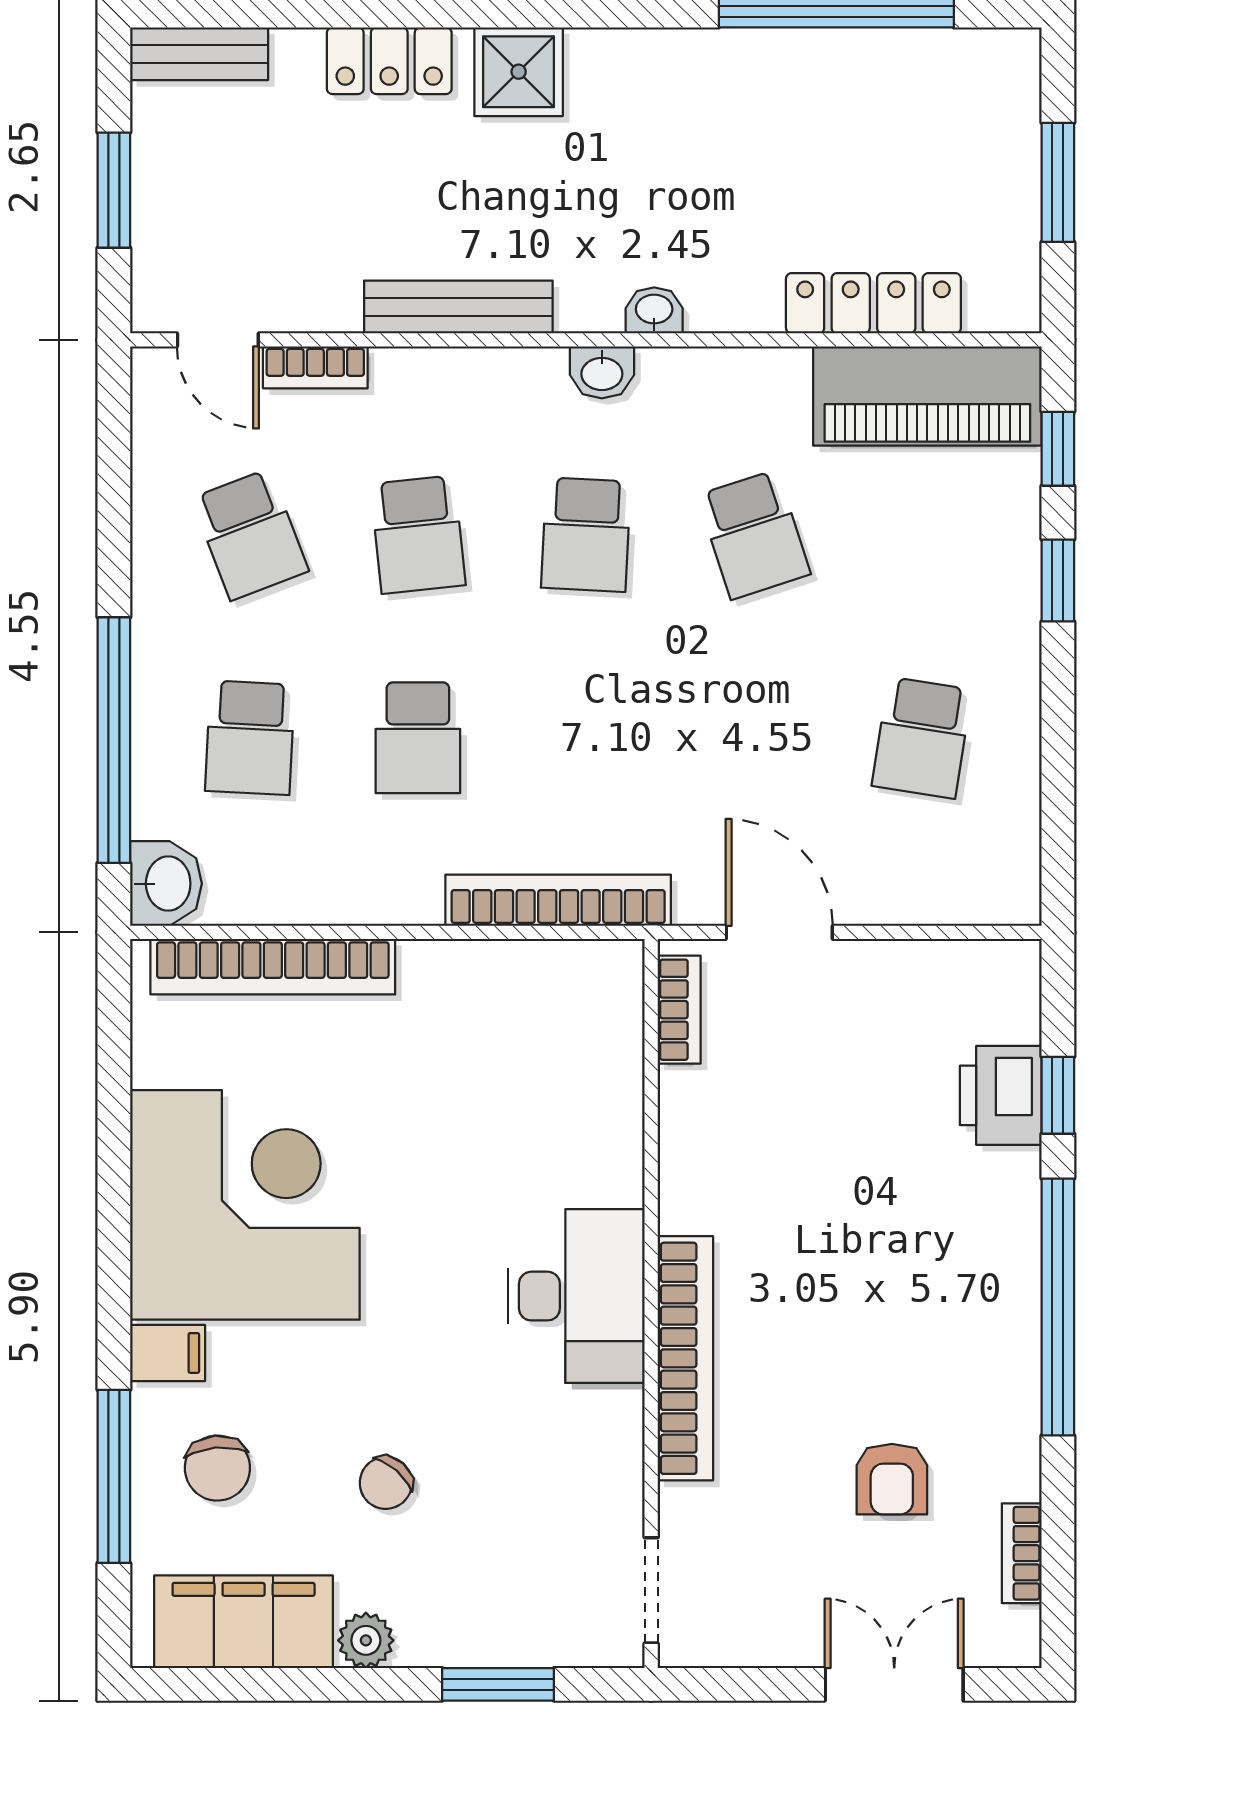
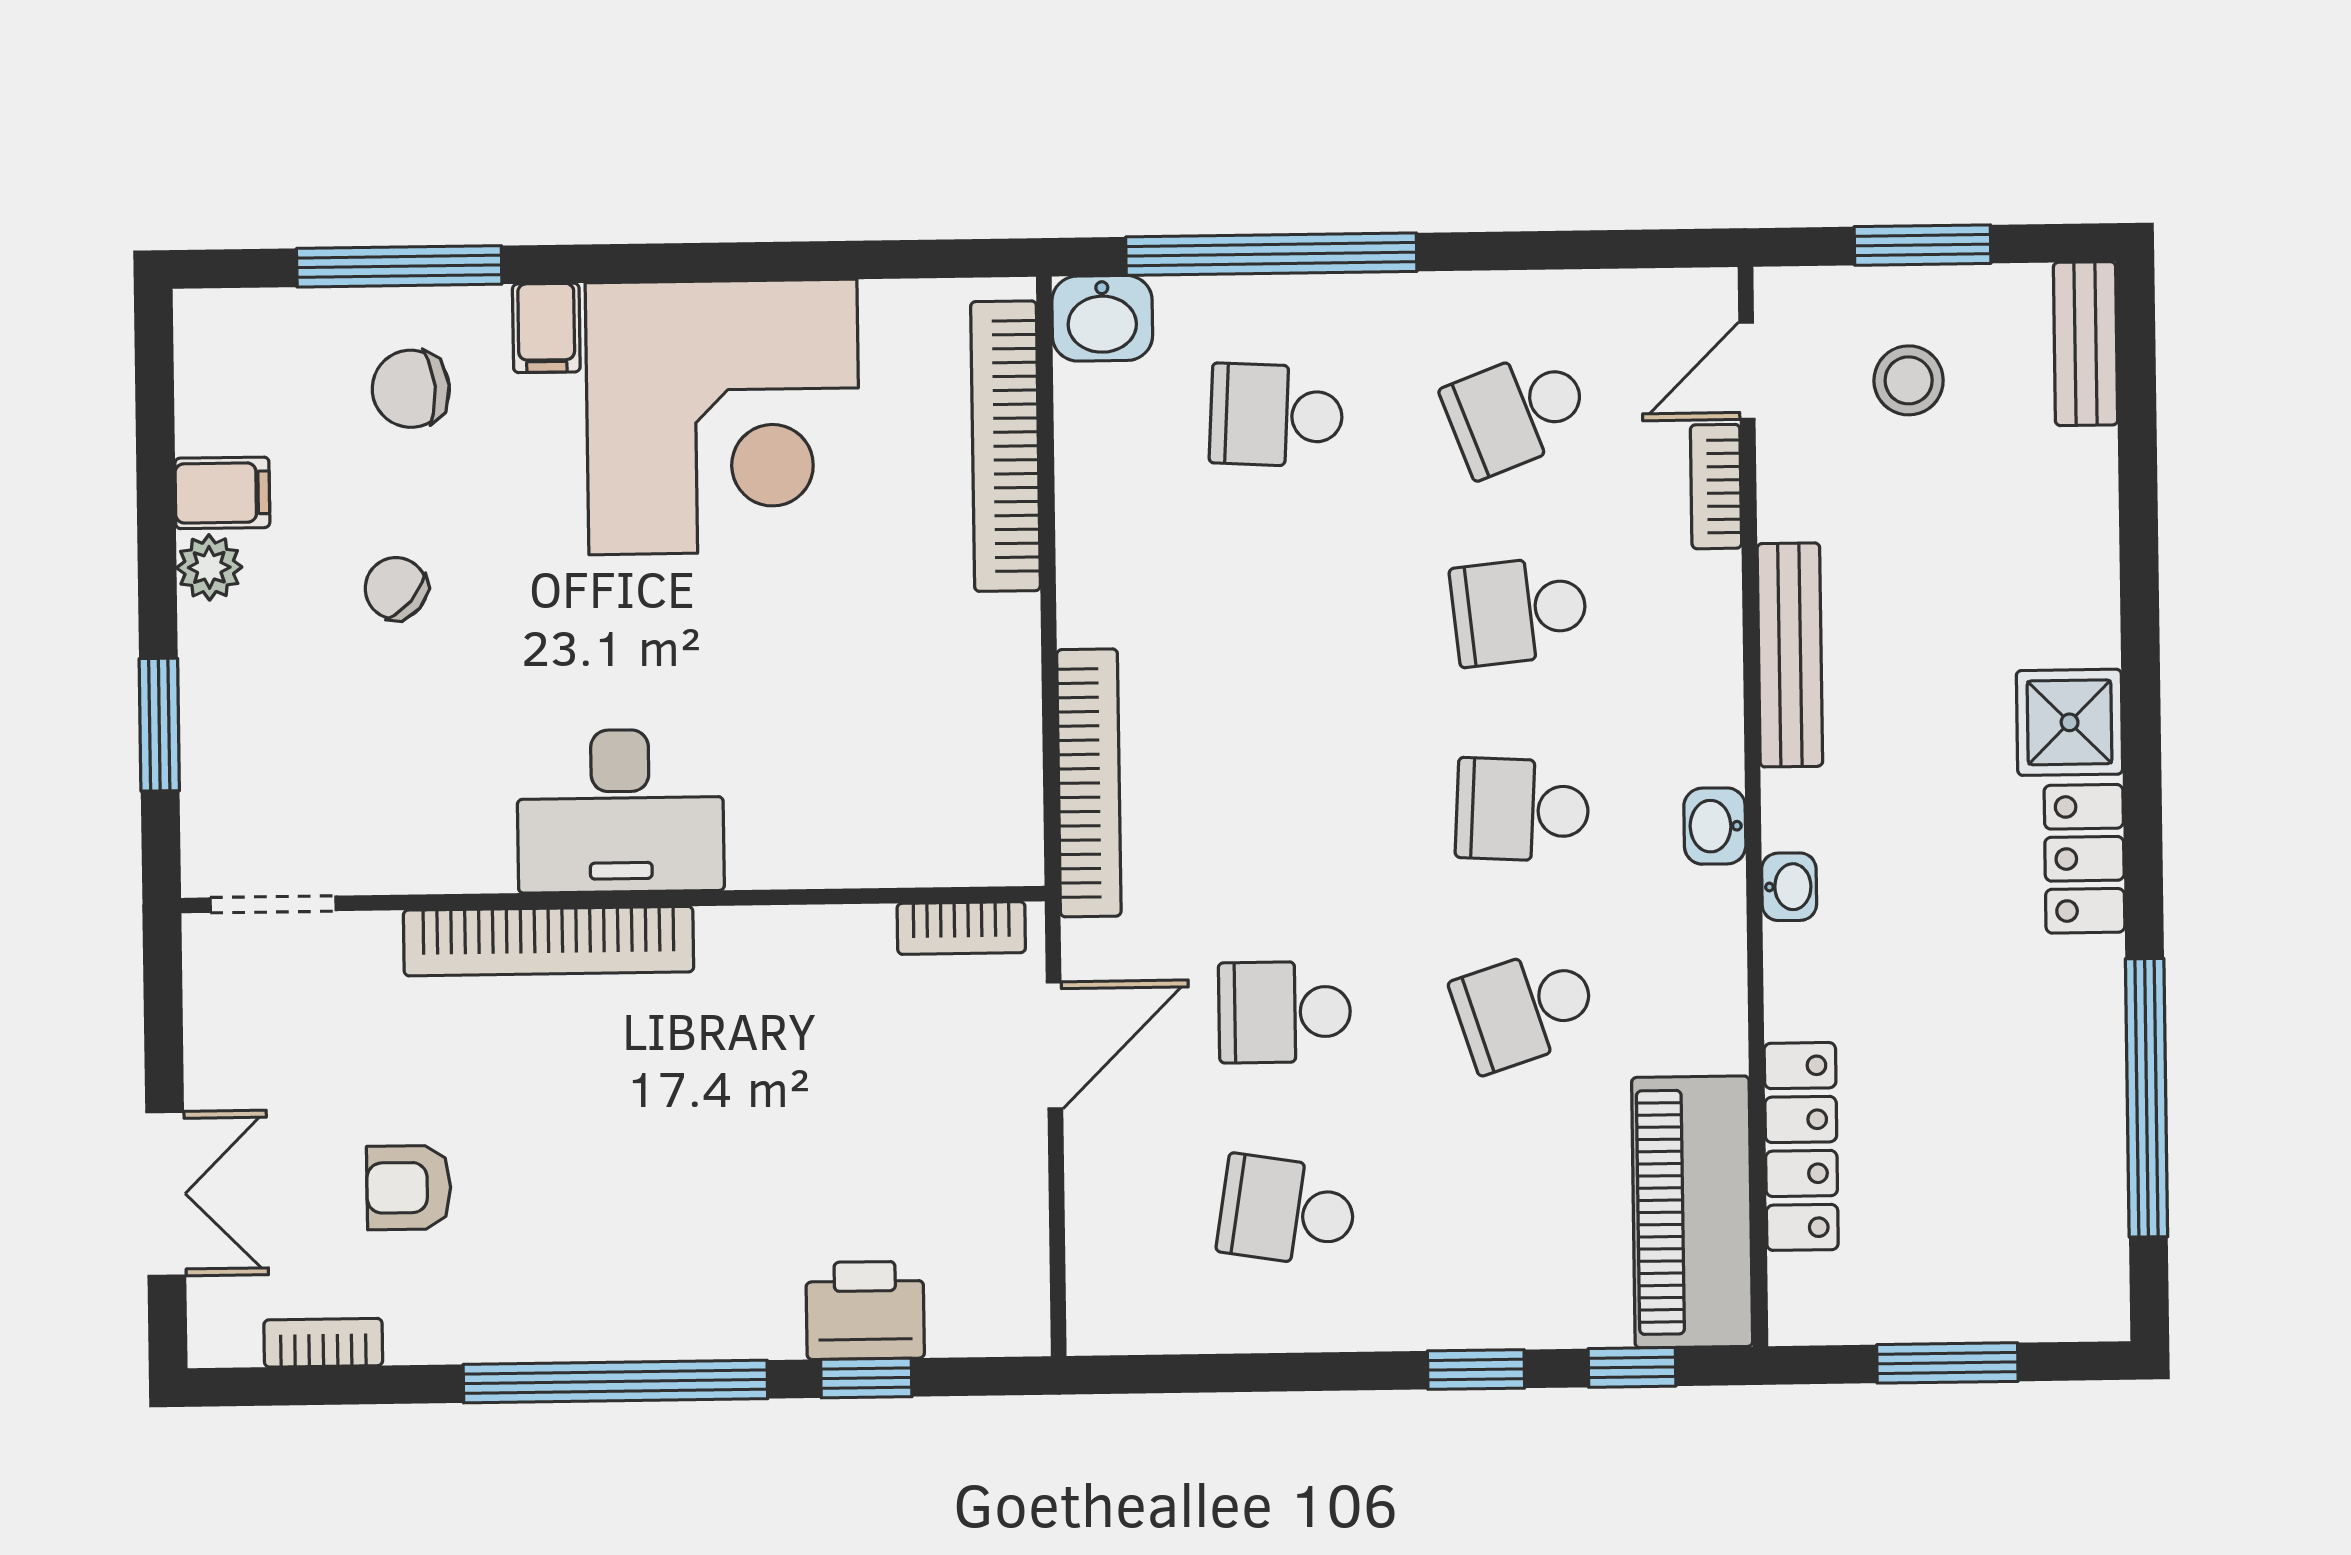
locker: (389, 61) -> (2084, 859), moved
stool: (228, 204) -> (1909, 380), added
school desk: (418, 738) -> (1285, 1012), moved
filing cabinet: (244, 1622) -> (222, 493), width x0.33, depth x0.86

